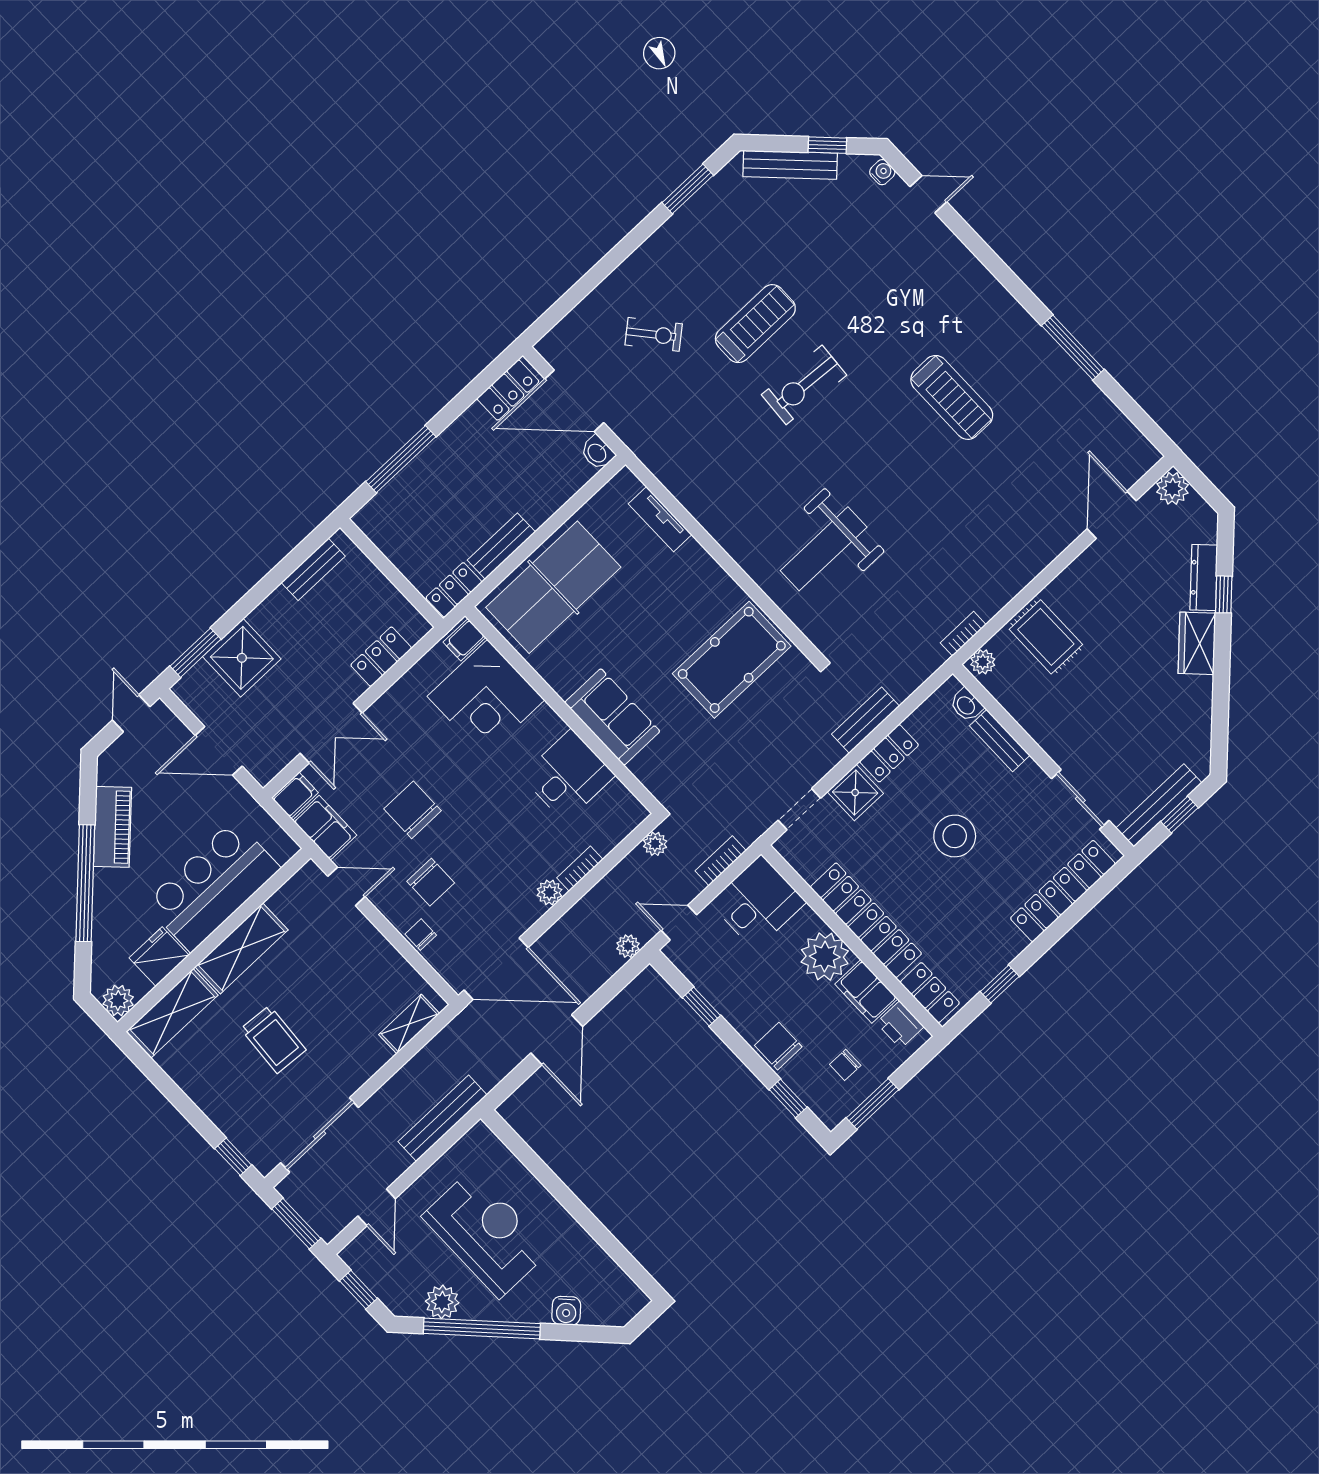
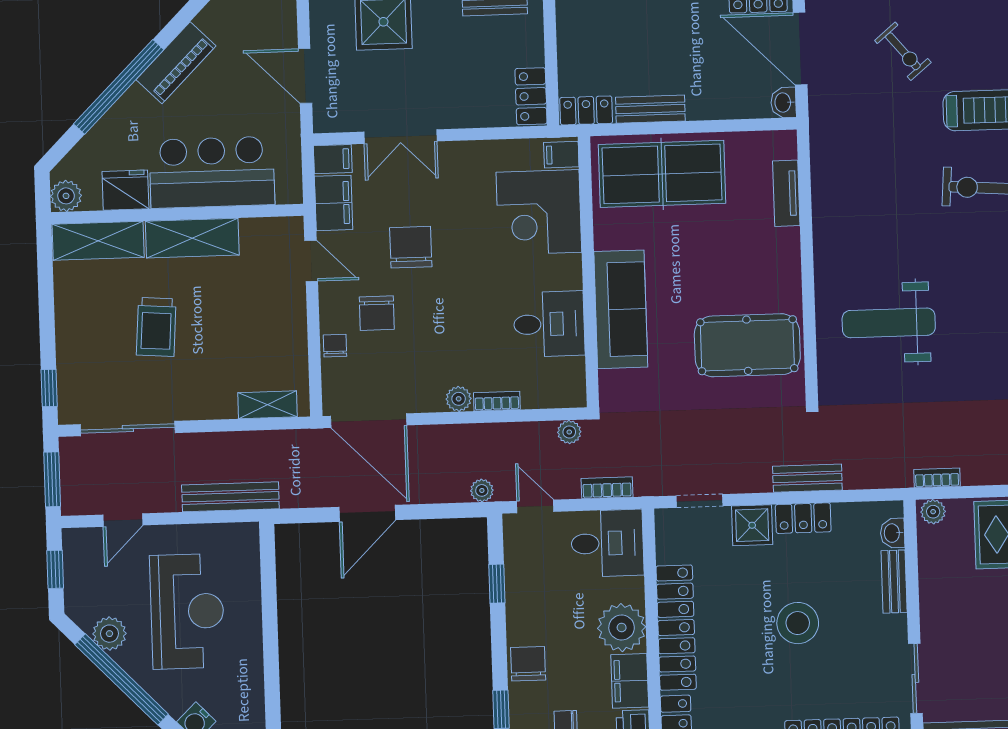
locker: (381, 657) -> (531, 96), moved, turned -90
sofa: (612, 717) -> (621, 309), width x1.36

